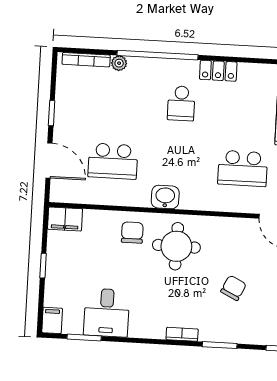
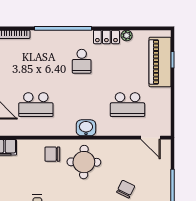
plant: (119, 63) -> (127, 35), moved
washbasin: (165, 197) -> (86, 128), moved
chair: (132, 233) -> (52, 154), turned -90

